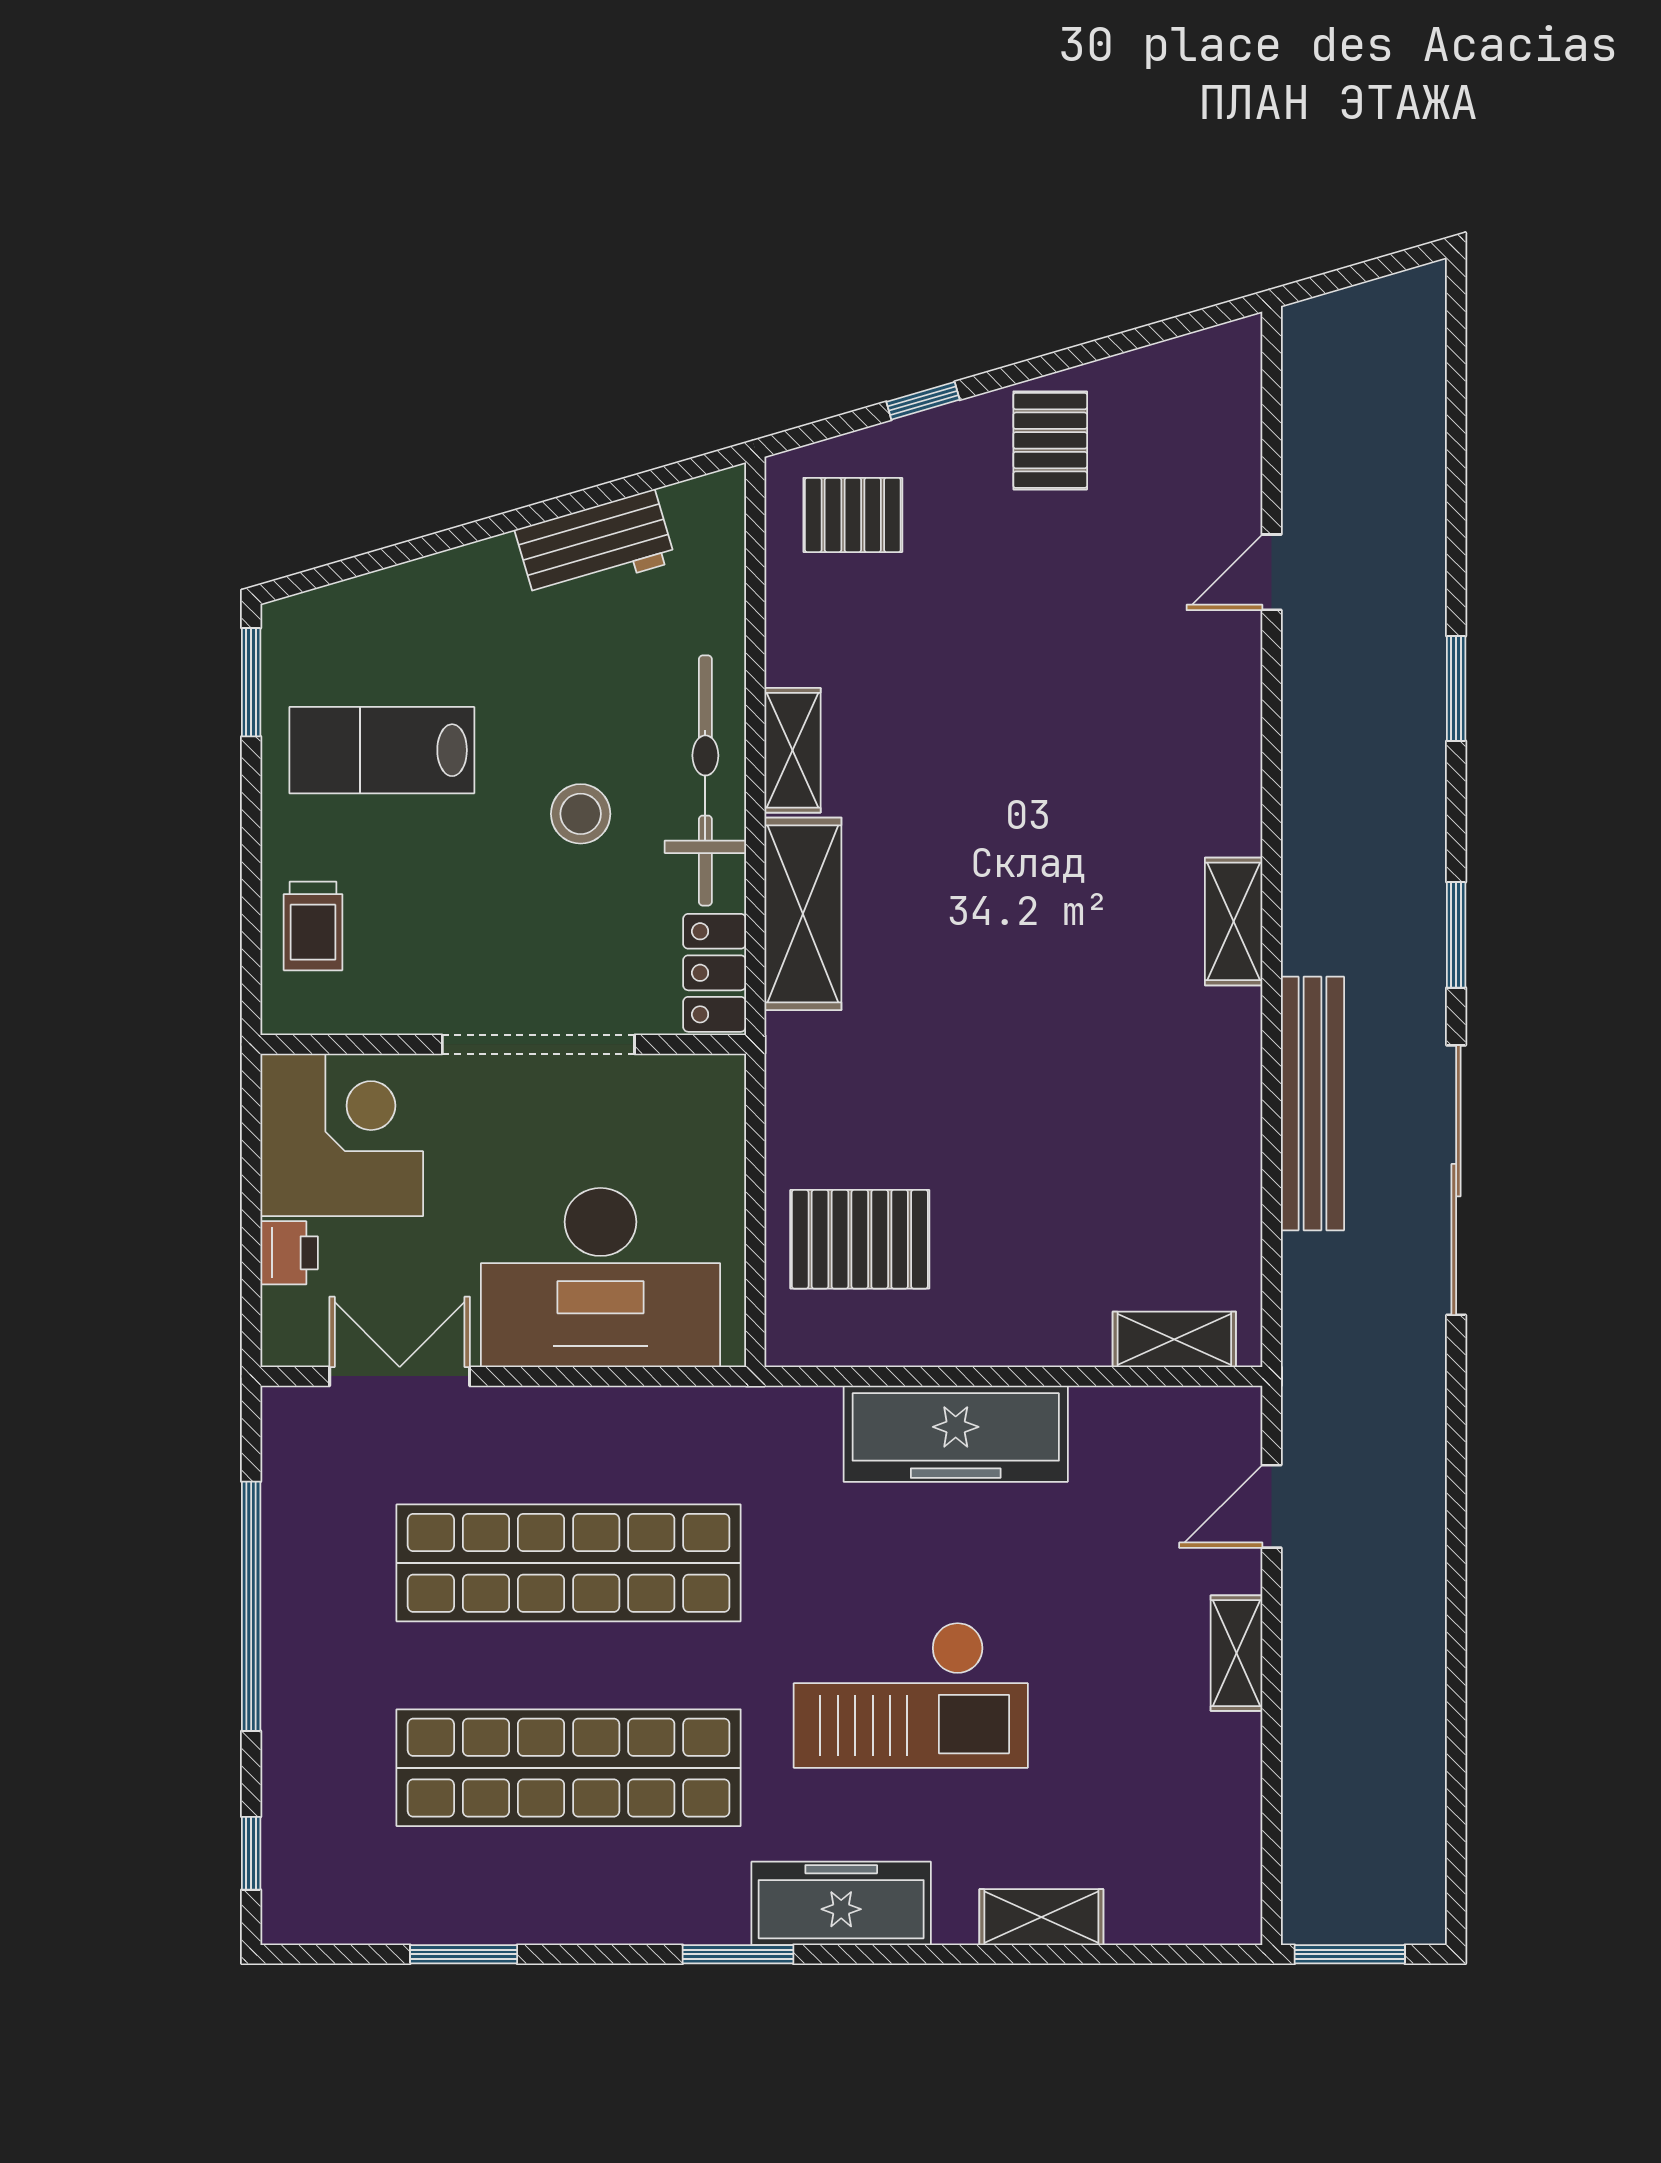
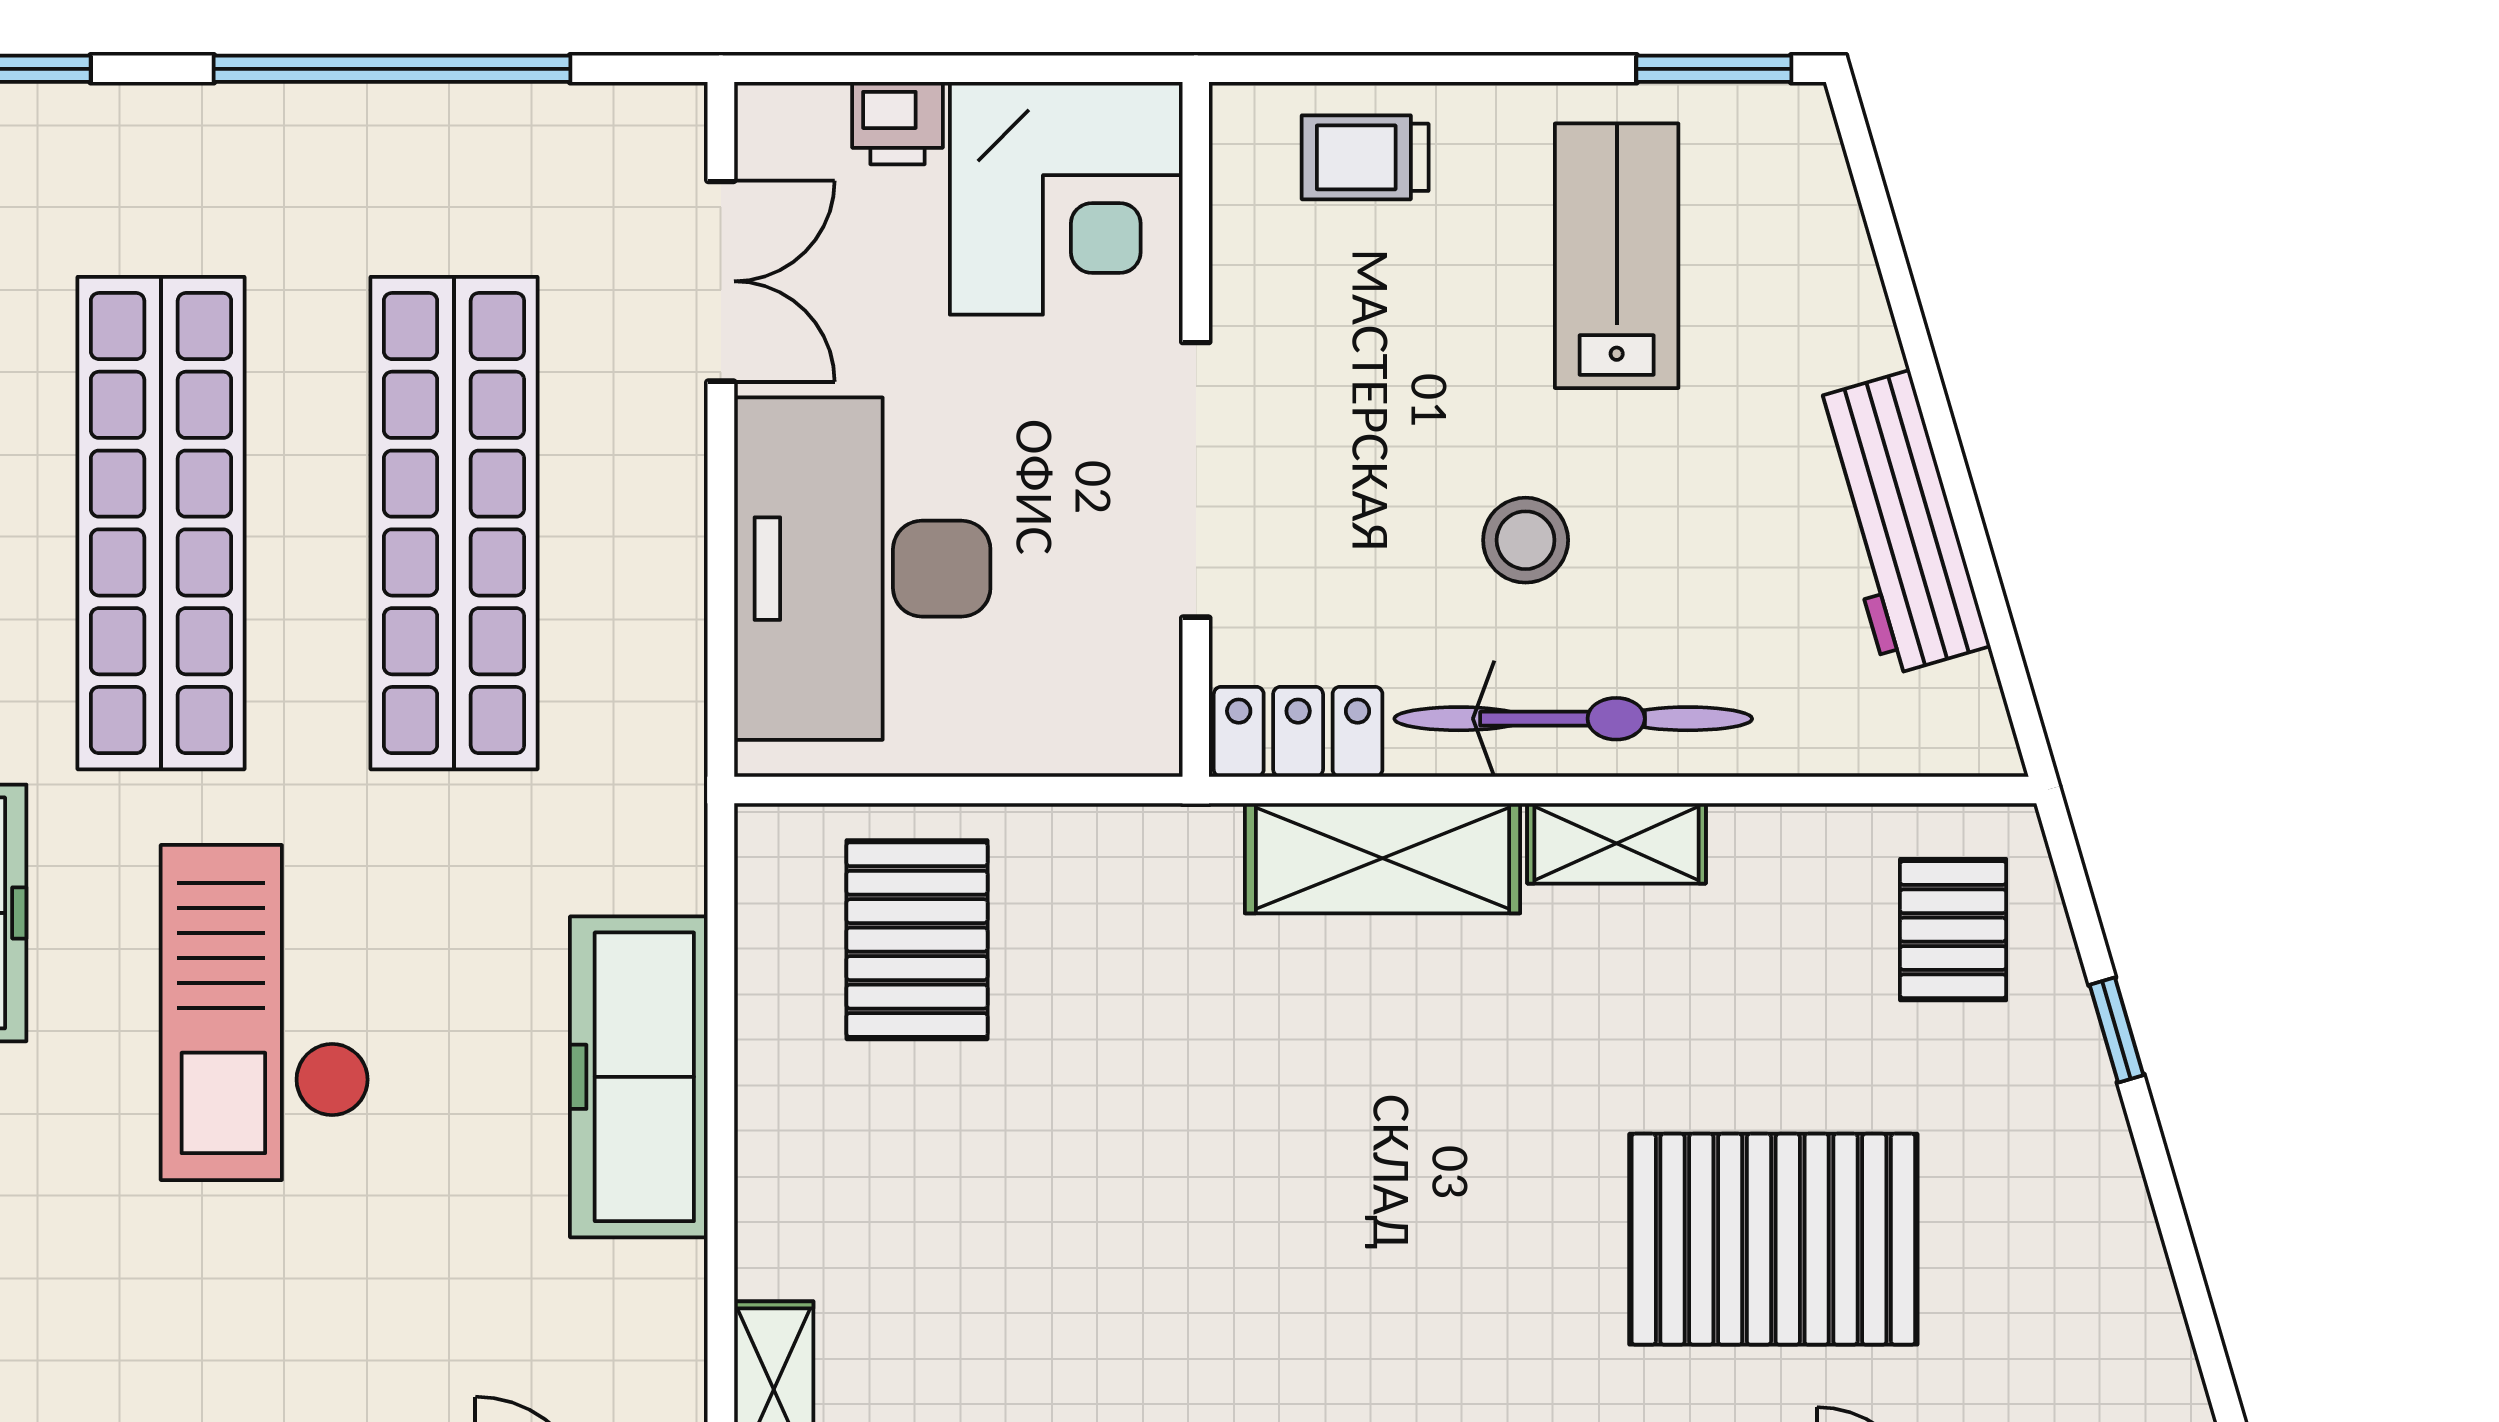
pallet: (1050, 440) -> (1773, 1239), moved, width x2.05, depth x2.00
workbench: (595, 546) -> (1898, 523), width x1.38

